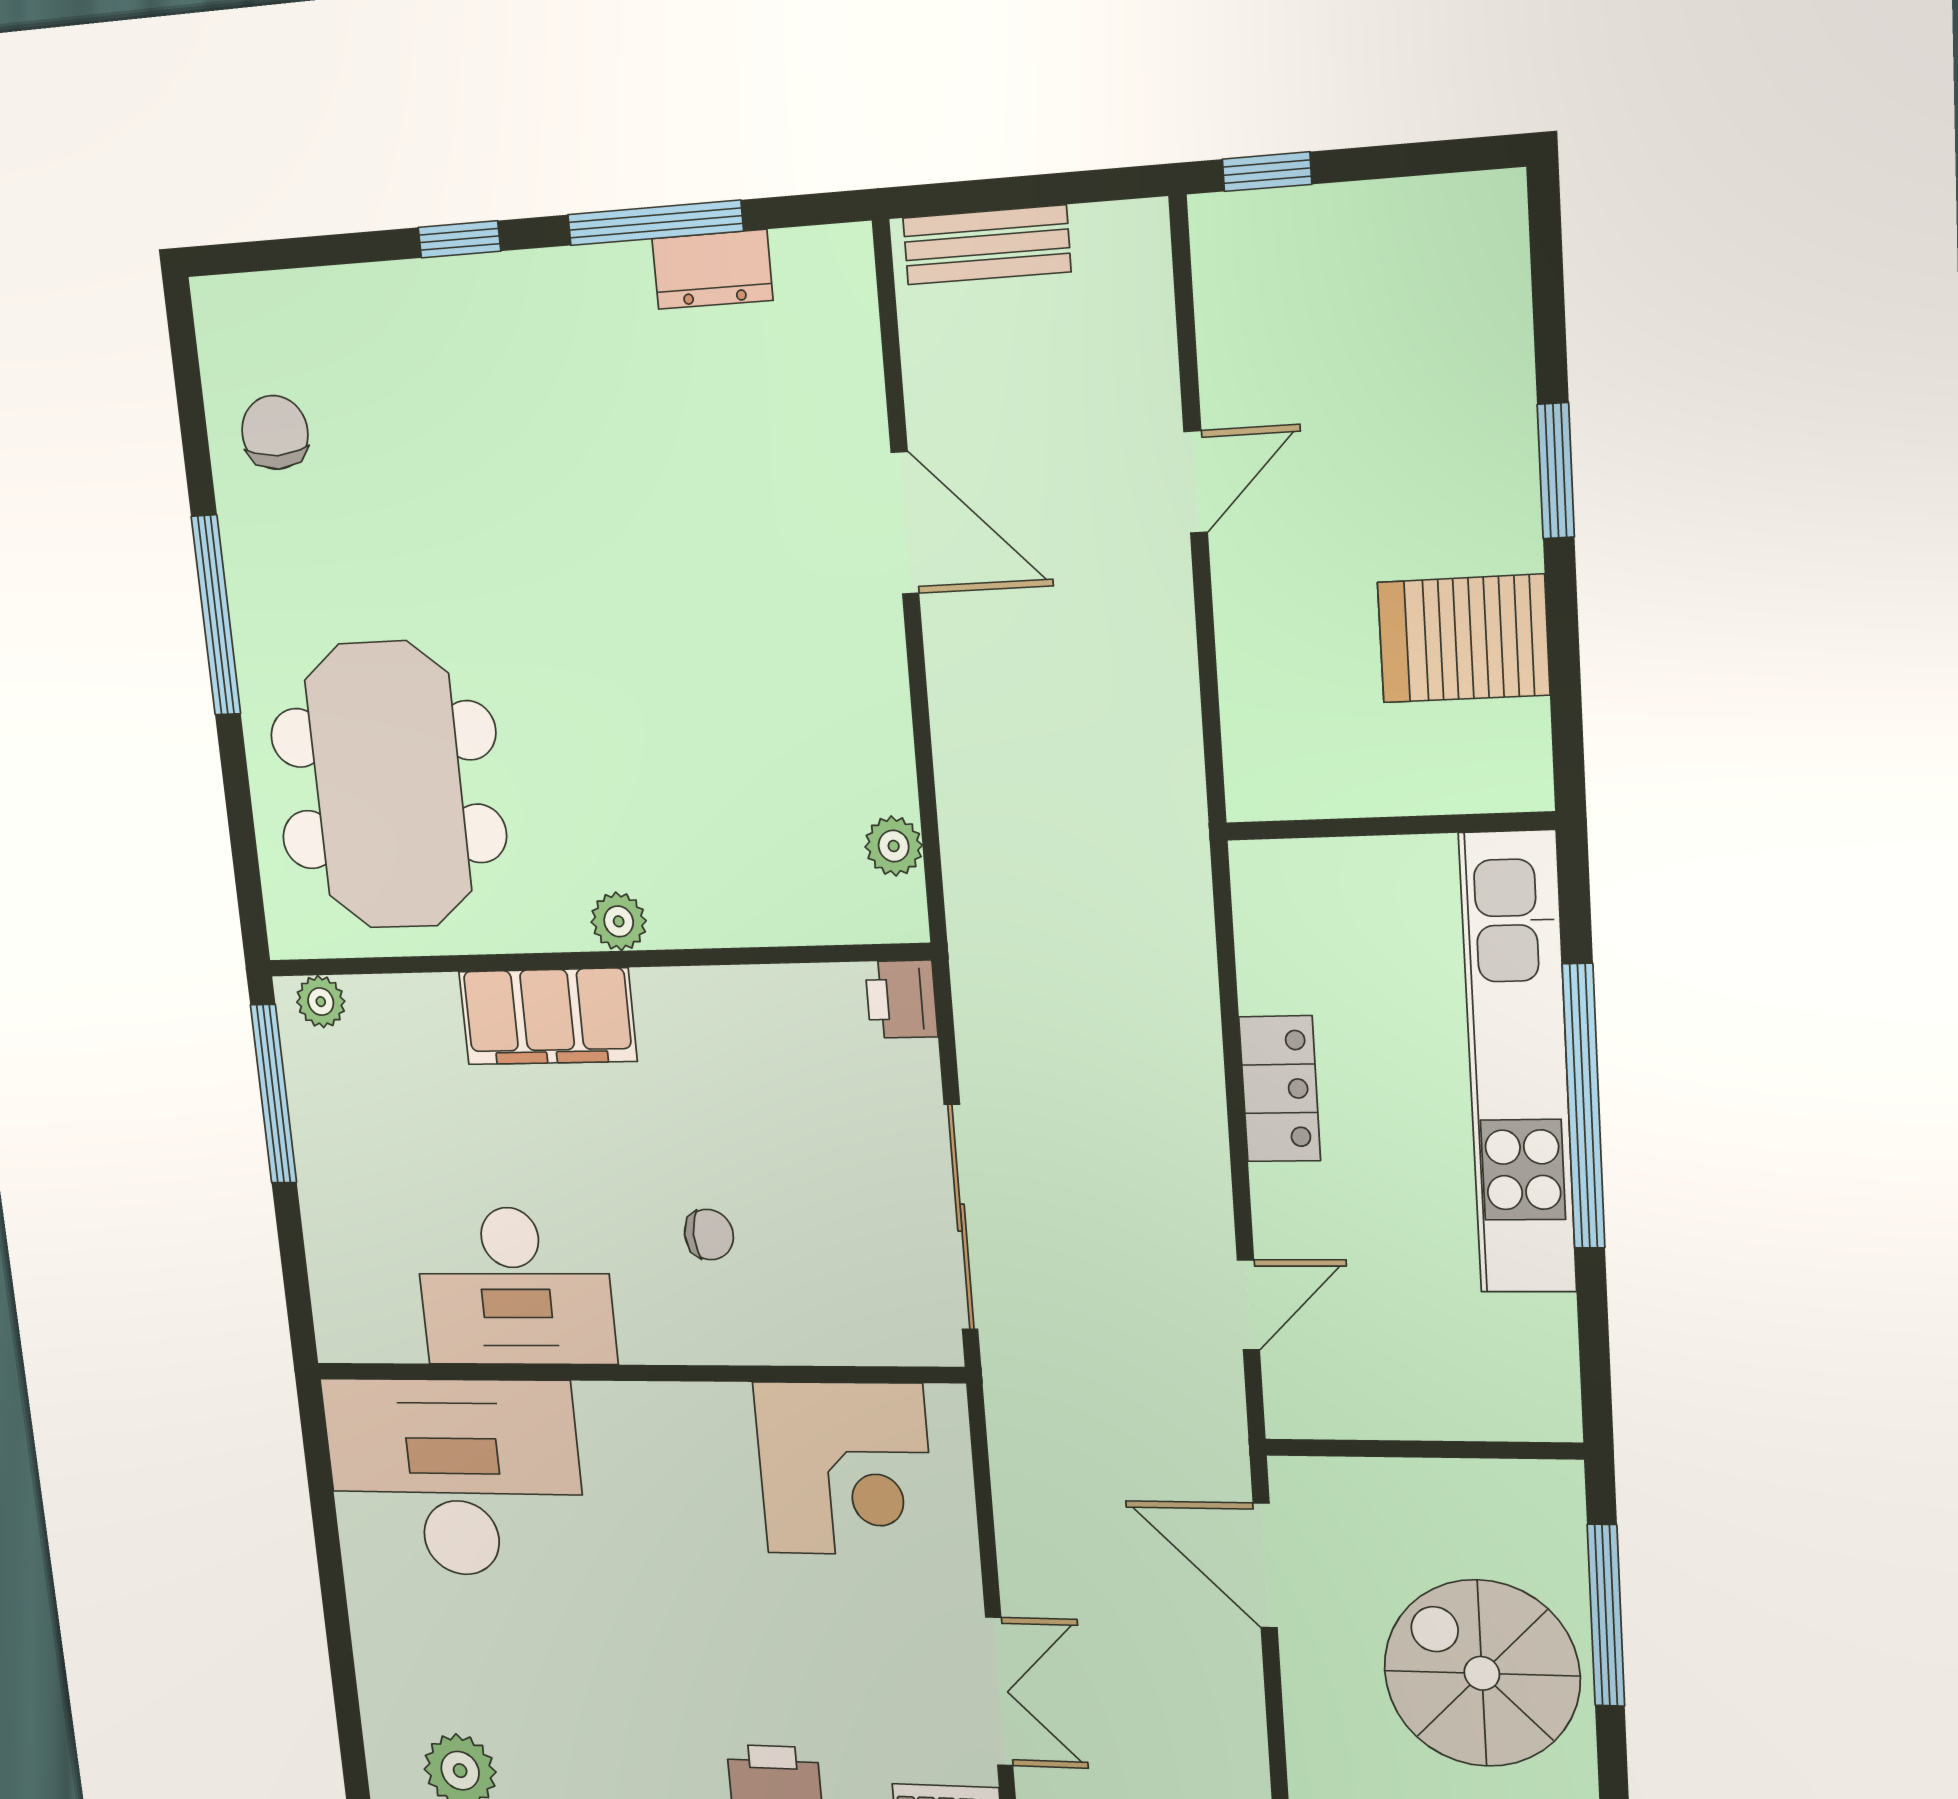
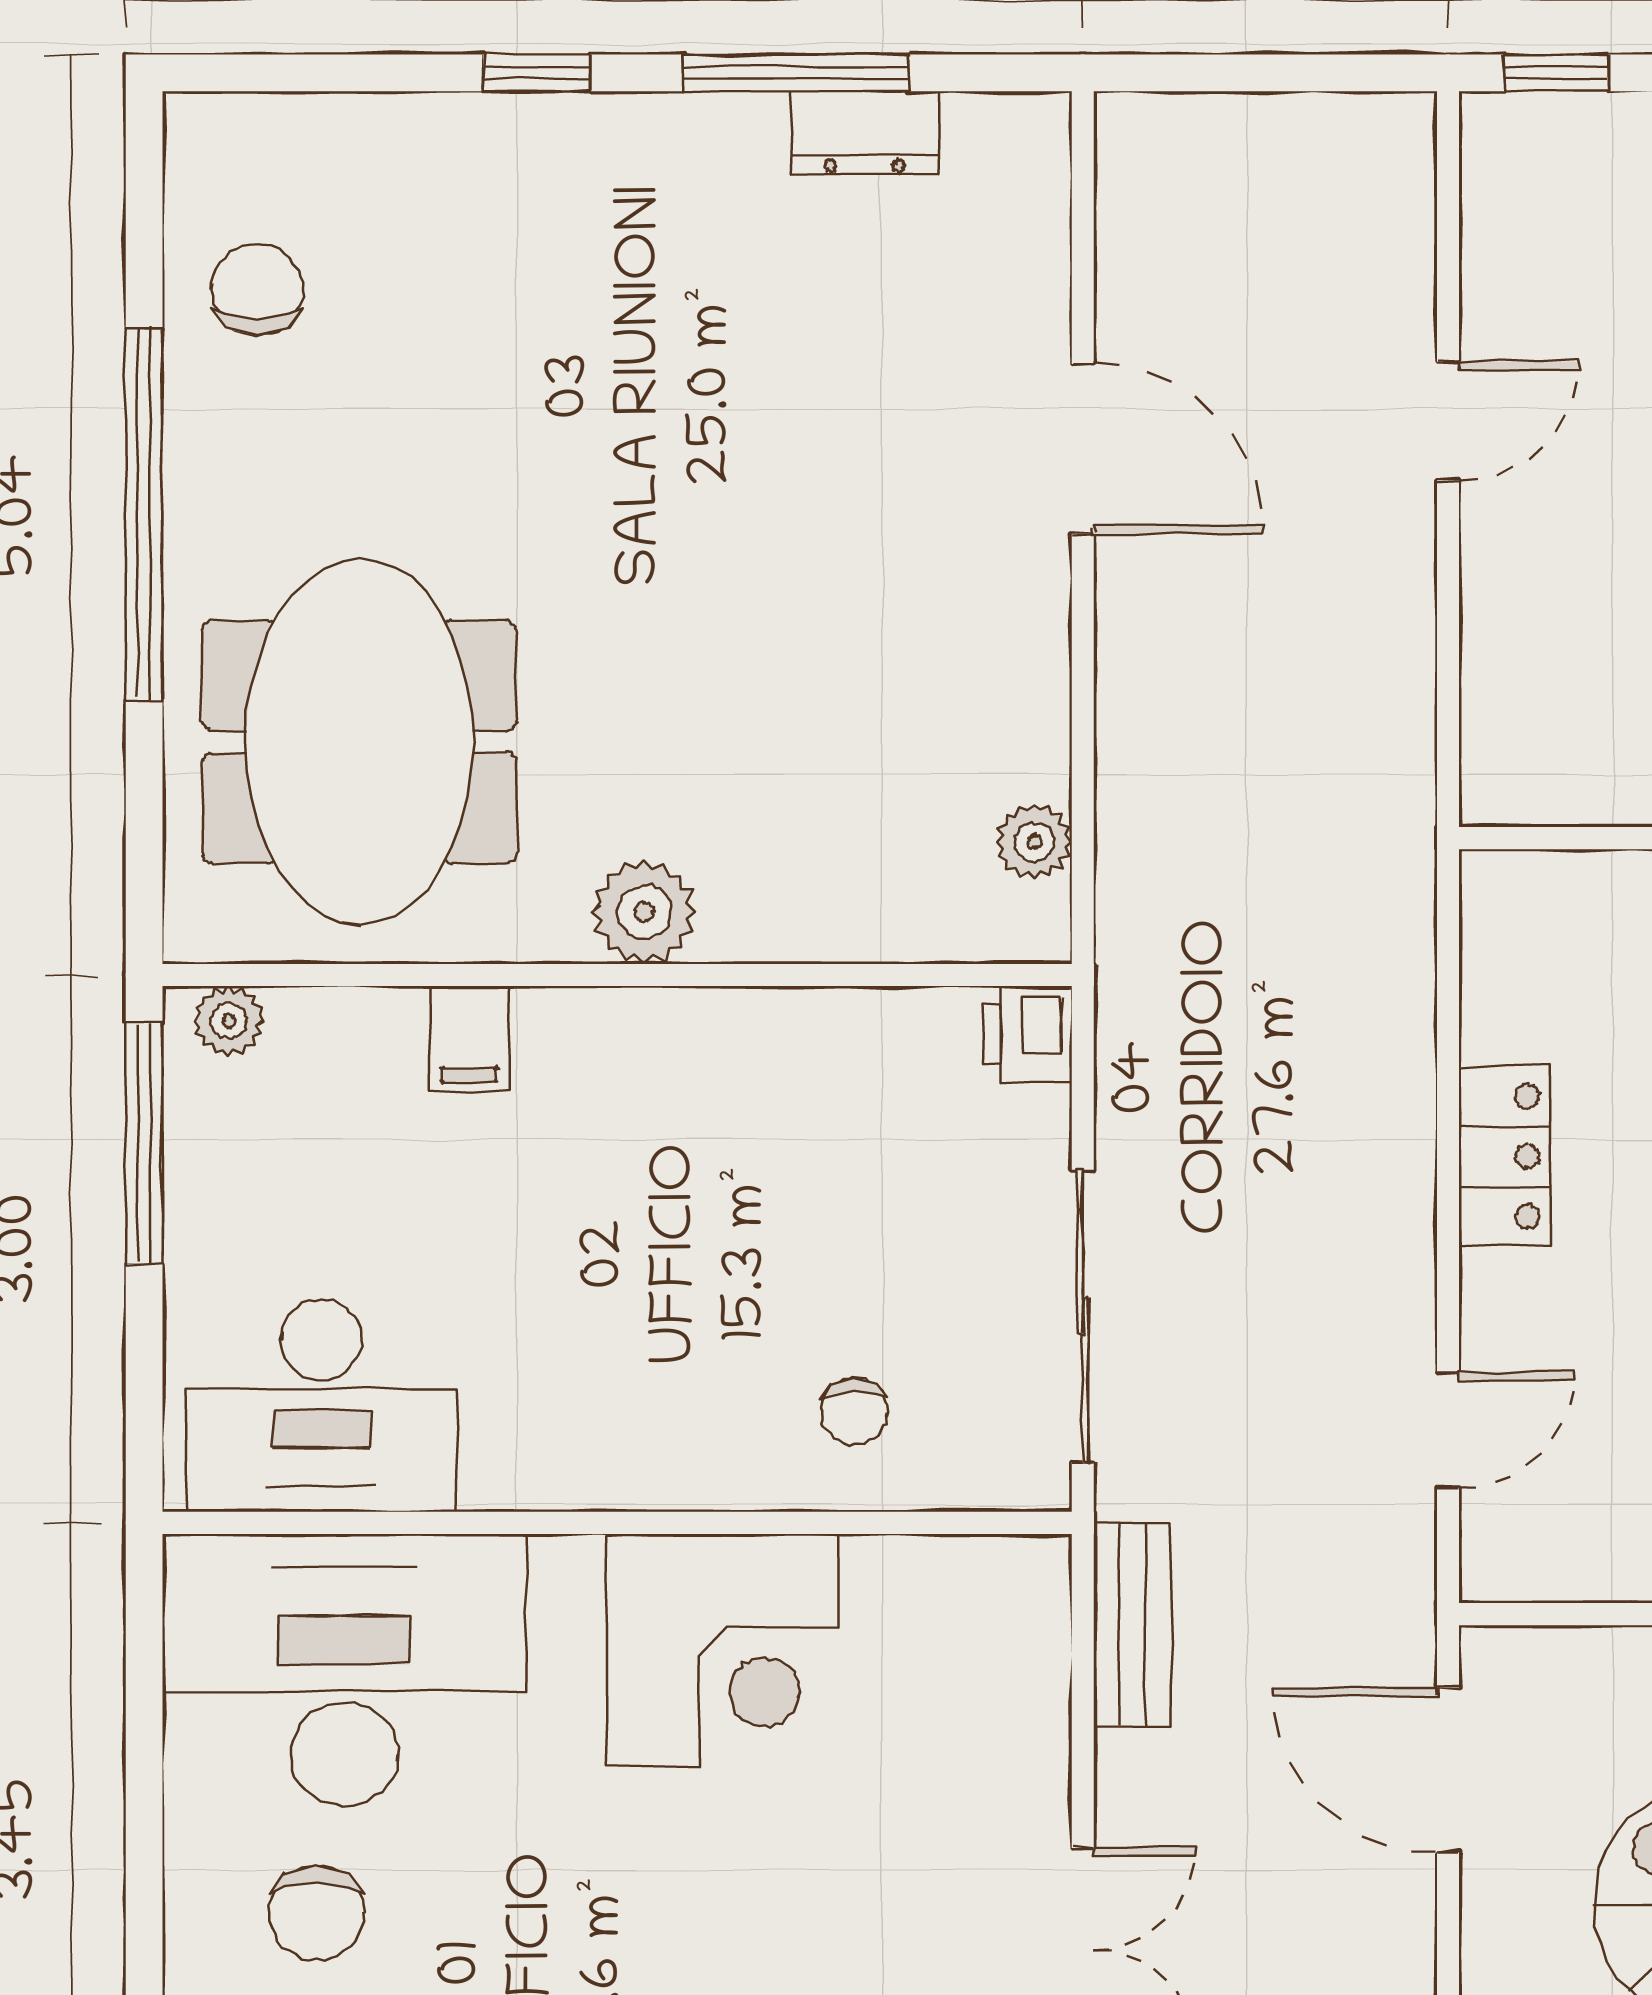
bench: (987, 245) -> (1132, 1625), moved, turned 90
window: (216, 615) -> (144, 514), width x1.46
plant: (619, 921) -> (644, 912), width x1.38, depth x1.38
filing cabinet: (548, 1016) -> (469, 1038), width x0.33, depth x0.86
chair: (709, 1235) -> (854, 1412), moved, turned 90
desk: (515, 1286) -> (321, 1406), moved
corner desk: (845, 1469) -> (722, 1650), moved
chair: (455, 1649) -> (316, 1913), added

